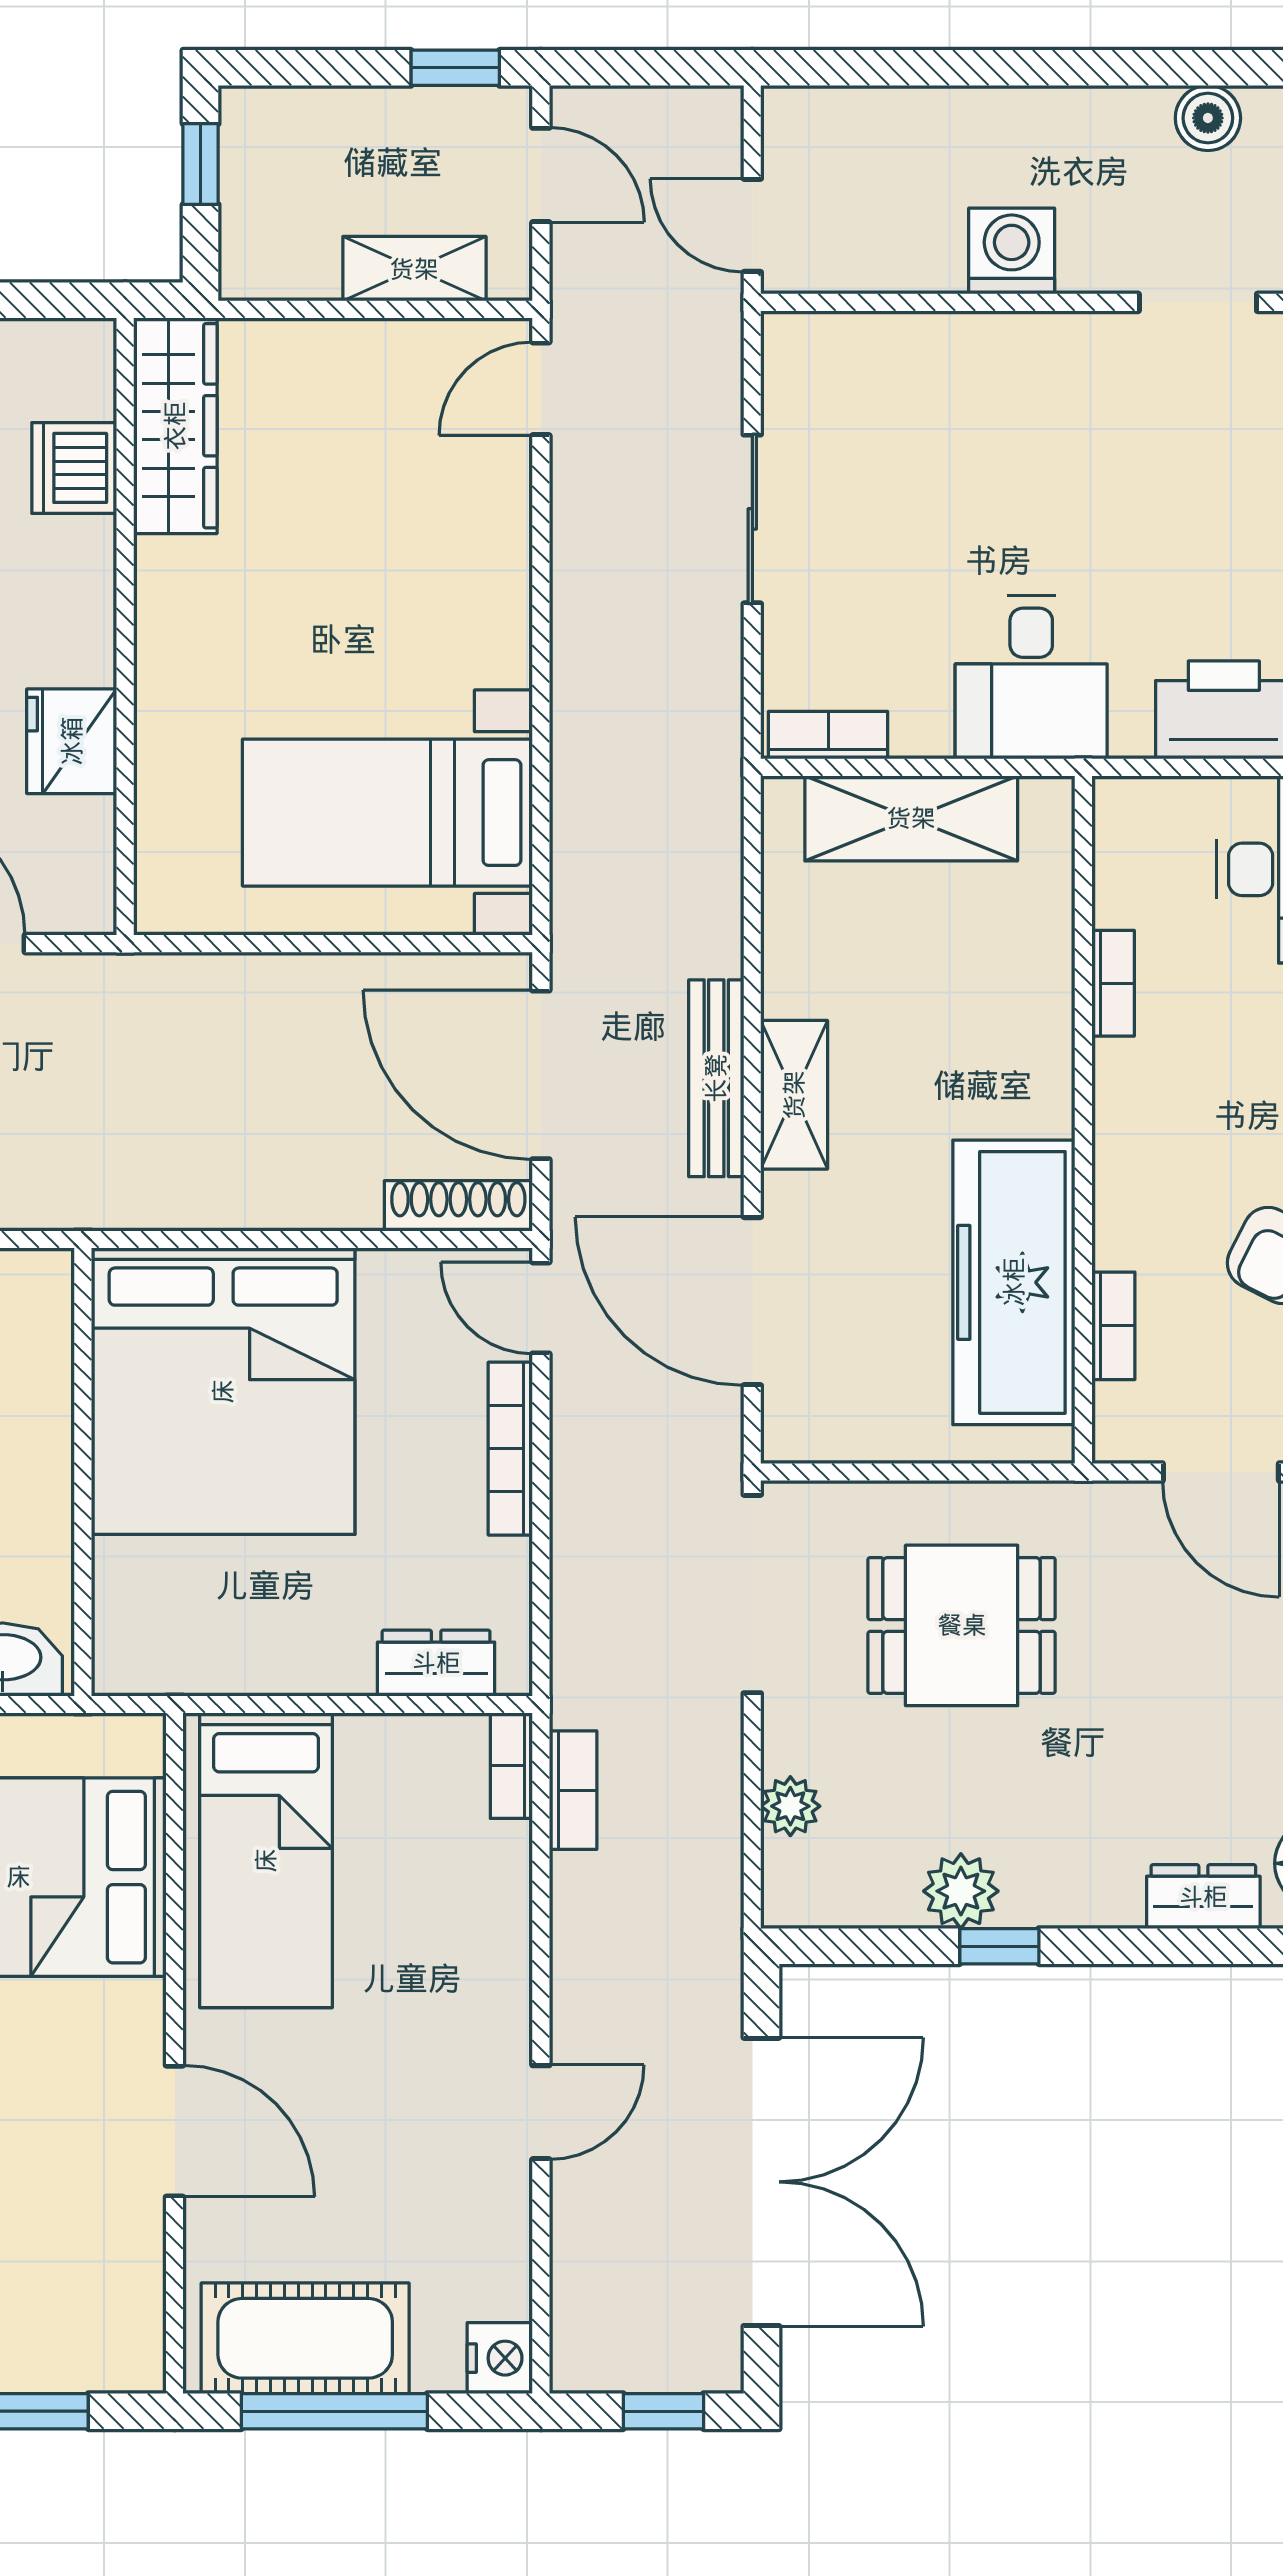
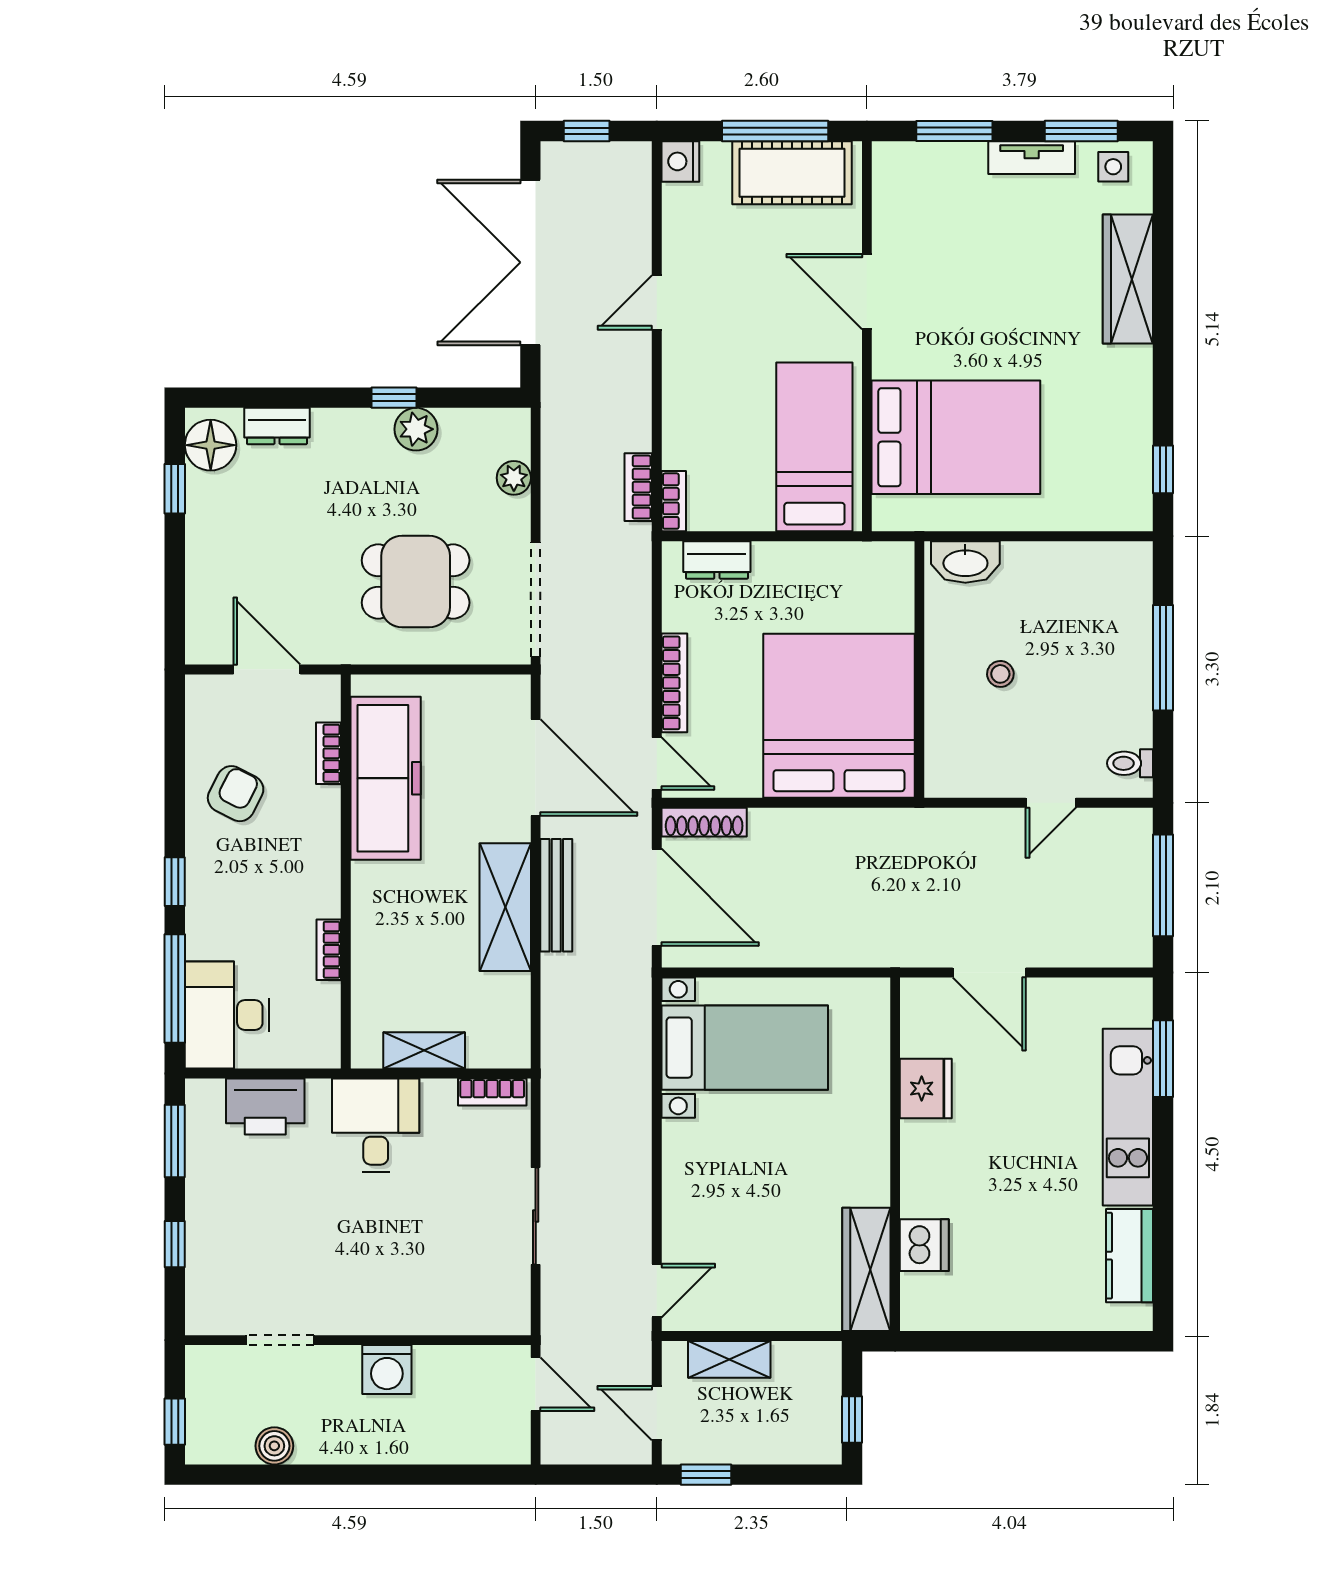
shelving: (911, 818) -> (424, 1050), width x0.67, depth x0.75
shelving: (794, 1095) -> (505, 907), width x1.50, depth x1.33

